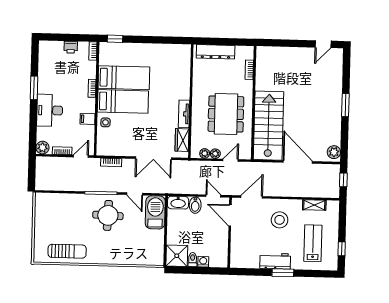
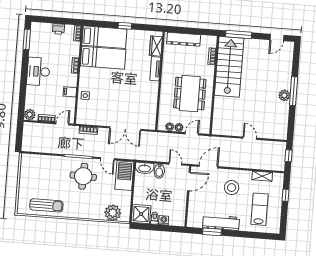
window: (115, 39) -> (125, 26), moved
window: (279, 43) -> (239, 34), added
window: (34, 88) -> (27, 39), moved
bed: (123, 101) -> (104, 37), moved
window: (345, 105) -> (294, 91), width x1.44
desk: (50, 110) -> (38, 72), moved
tv unit: (184, 114) -> (155, 69), moved
stairs: (268, 126) -> (229, 67), moved
wardrobe: (182, 140) -> (156, 46), moved
plant: (334, 152) -> (284, 95), moved
door: (298, 162) -> (250, 138), width x0.53
door: (230, 215) -> (189, 181), swing flipped
window: (342, 249) -> (286, 195), moved
plant: (144, 256) -> (113, 213), added
workbench: (275, 261) -> (221, 223), width x1.38
window: (283, 273) -> (212, 232), moved

